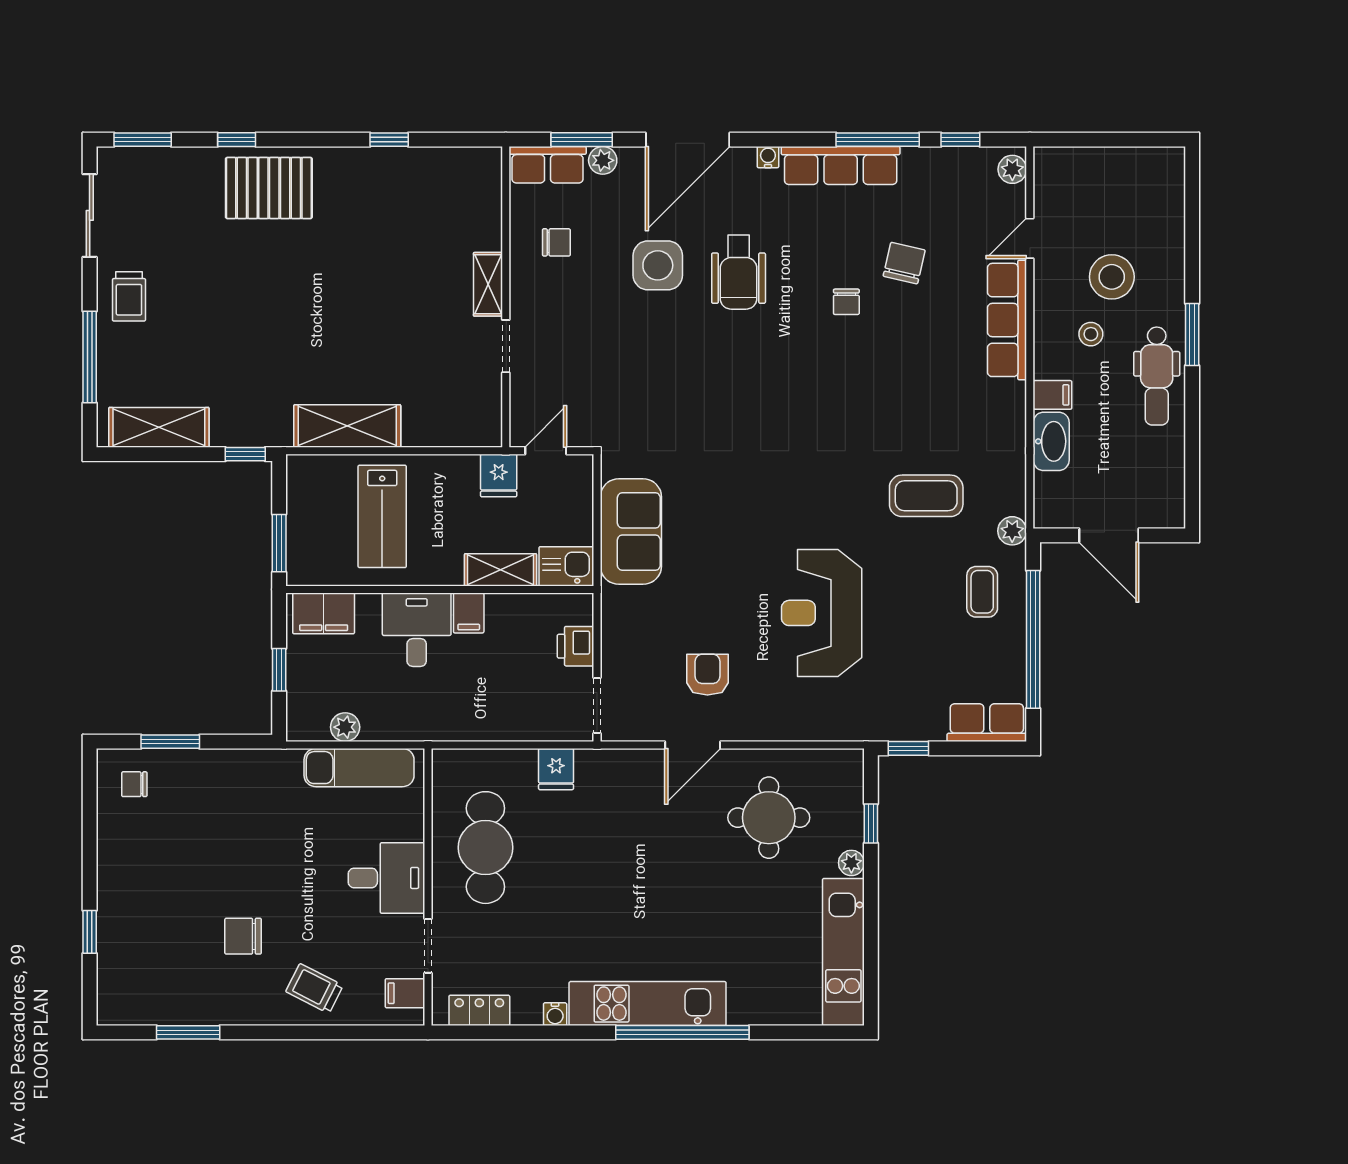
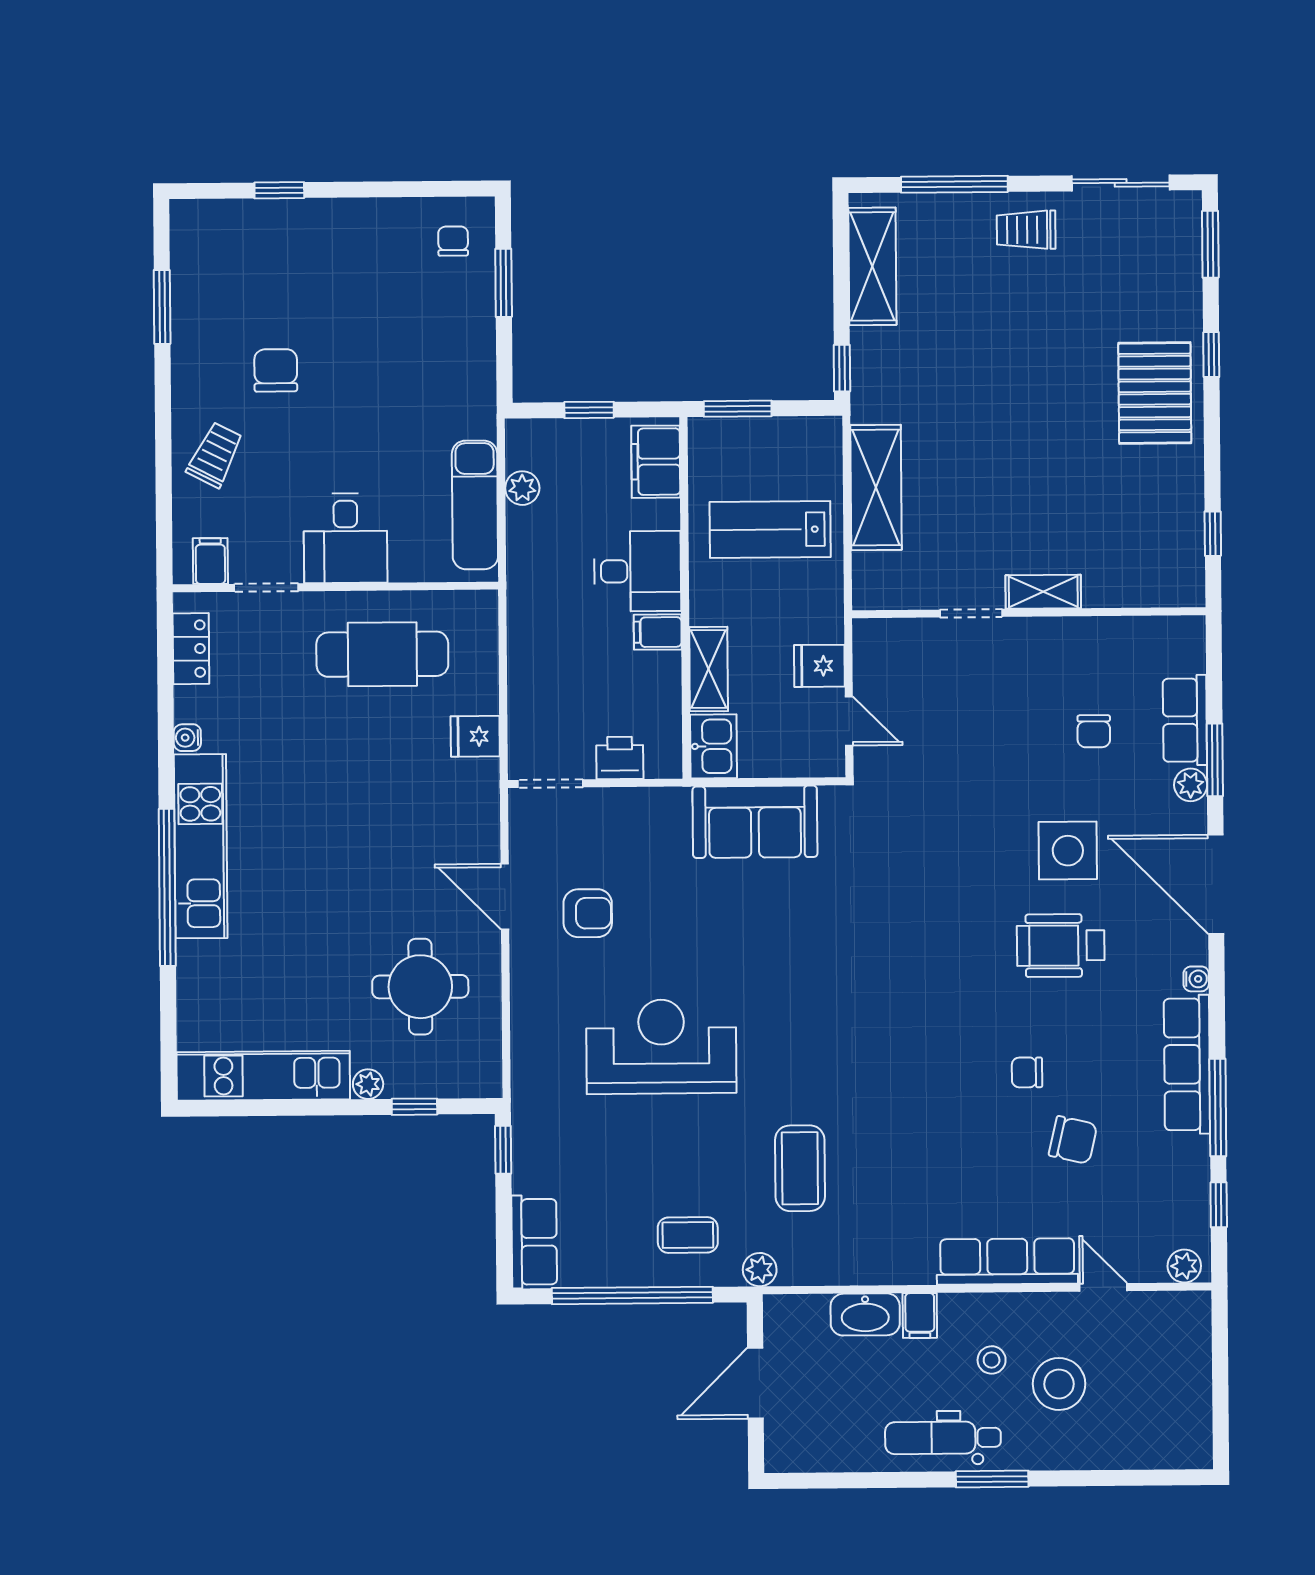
shelving: (488, 284) -> (1043, 592), moved
wall: (506, 297) -> (1029, 613), moved
doorway: (506, 346) -> (971, 613), moved

